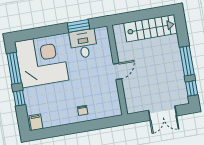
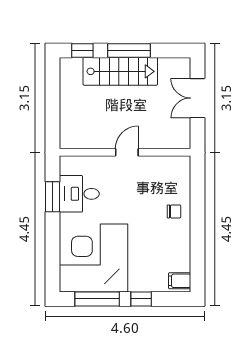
stairs: (151, 28) -> (120, 71), moved, turned 90
door: (117, 71) -> (127, 152), hinge flipped
window: (192, 88) -> (82, 50), moved
double door: (163, 113) -> (197, 98), swing flipped

